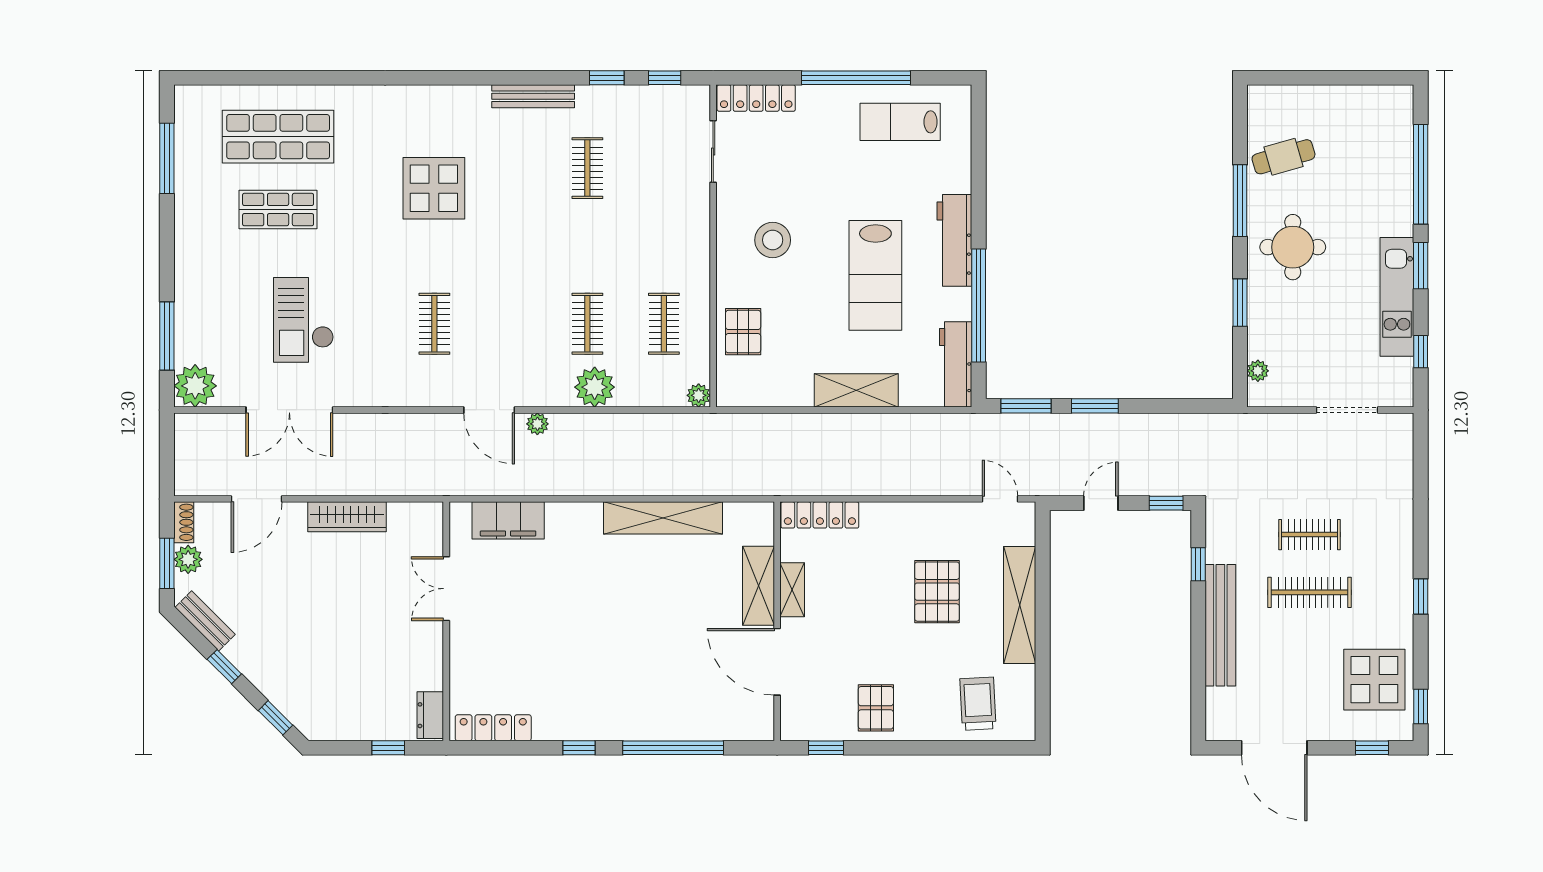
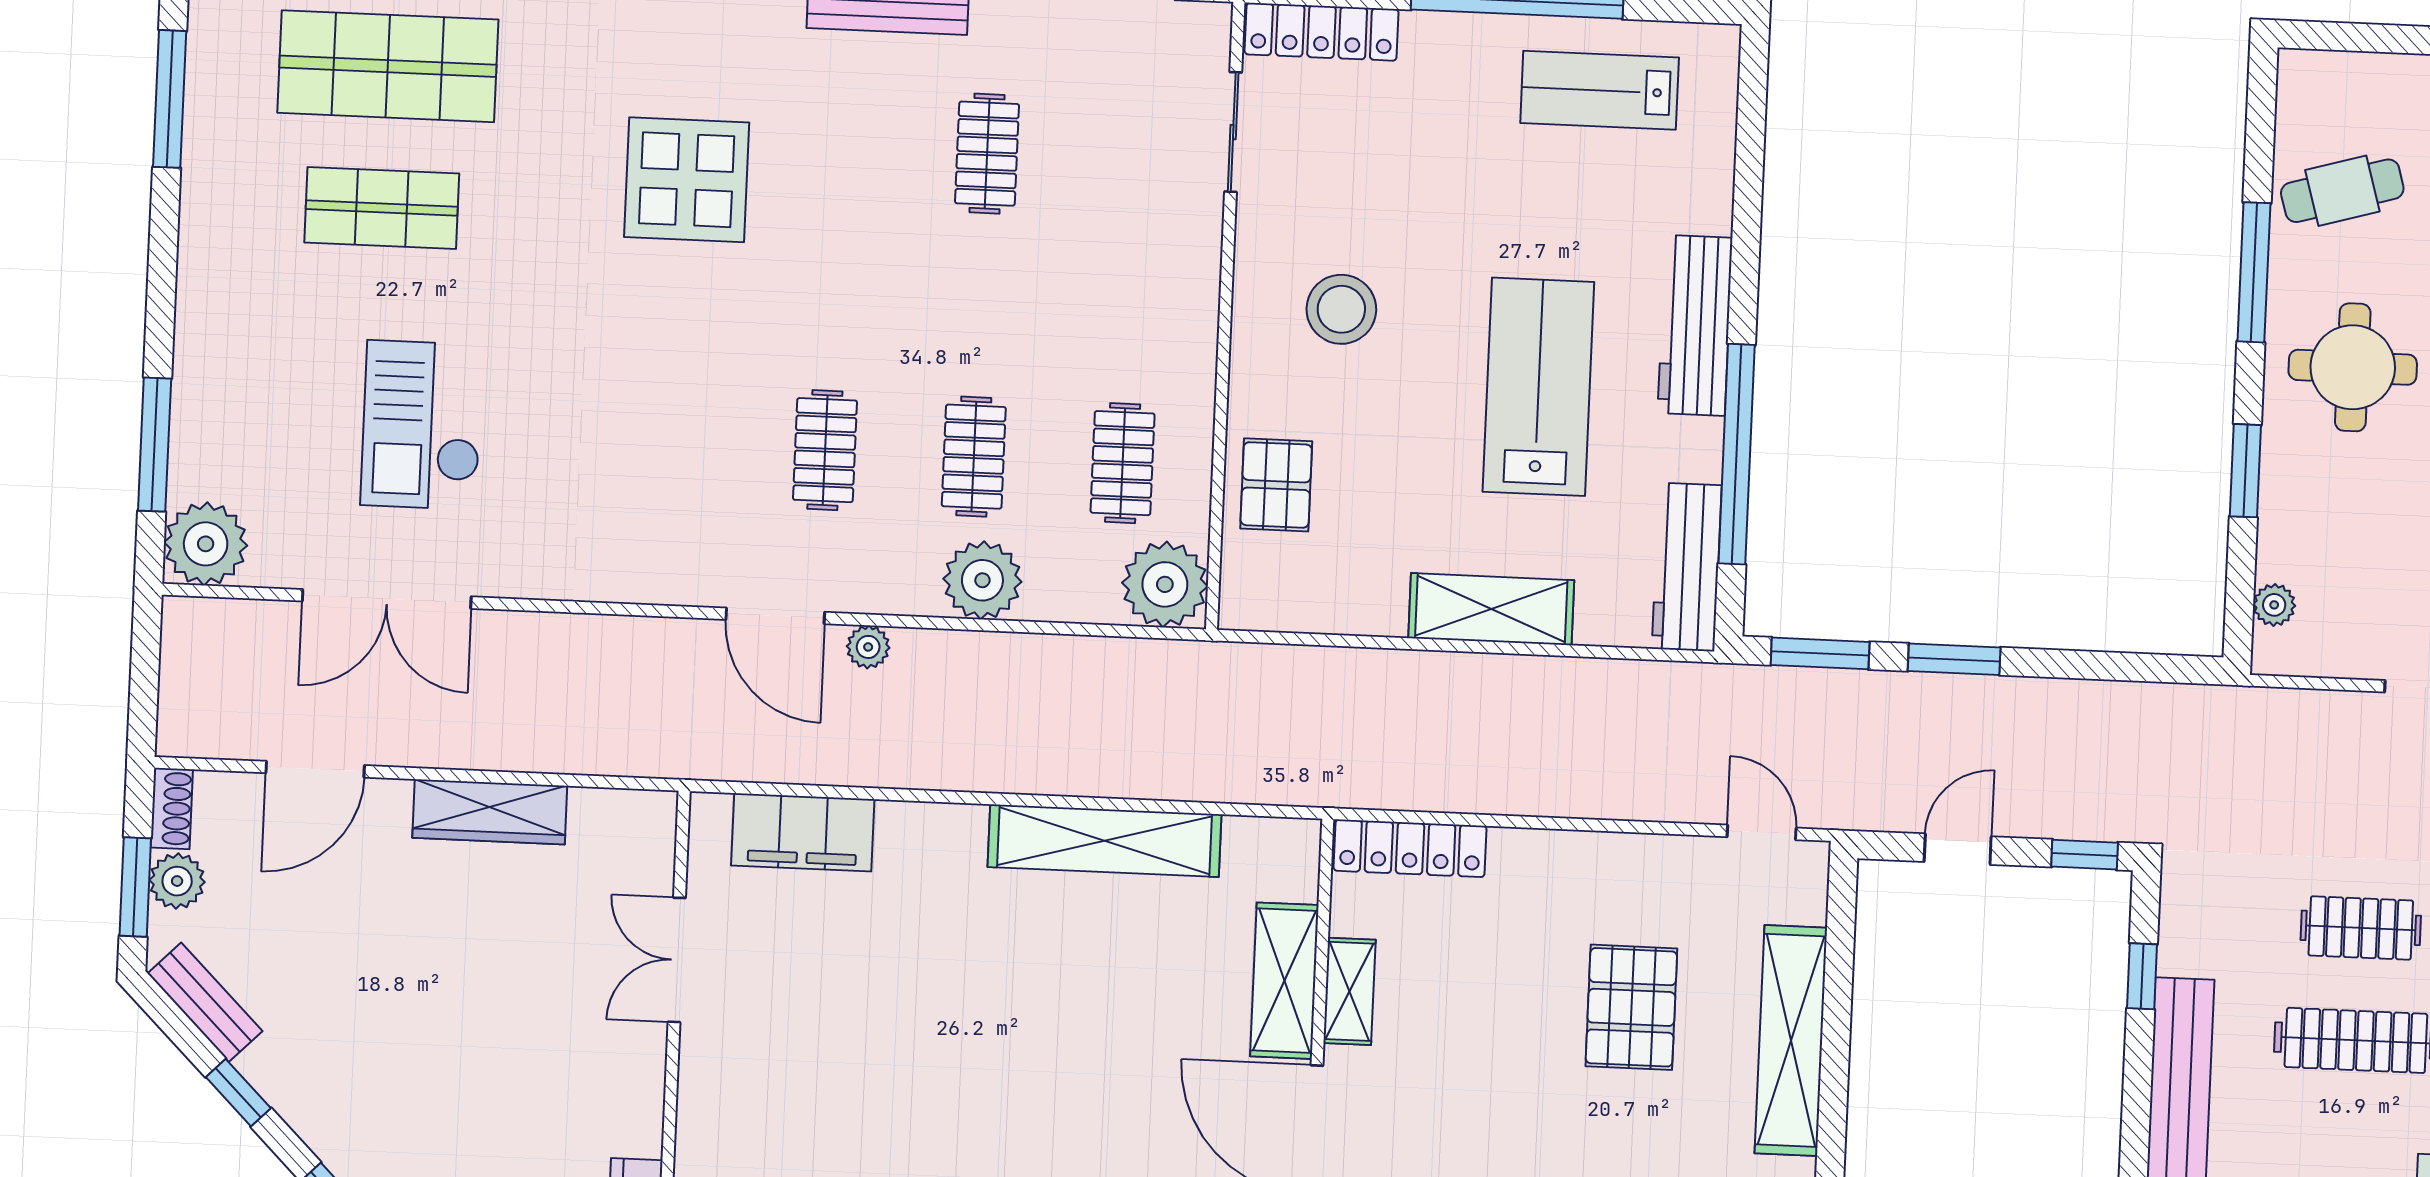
lab bench: (875, 275) -> (1538, 387), turned 180
clothes rail: (434, 324) -> (825, 450), moved
plant: (699, 395) -> (1165, 584), width x1.87, depth x1.87

